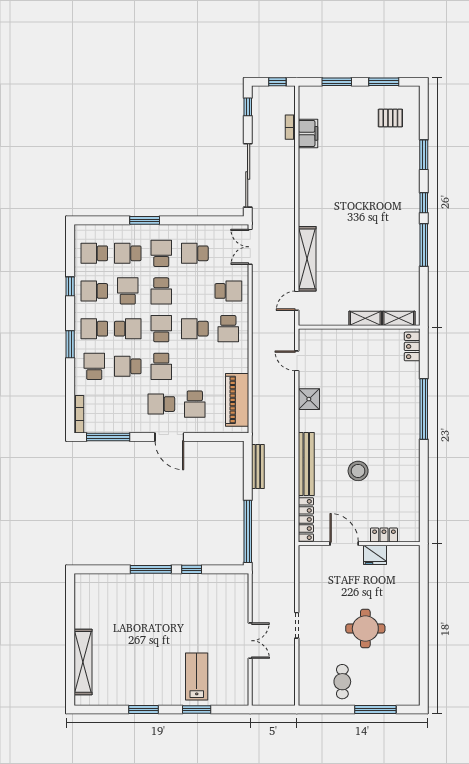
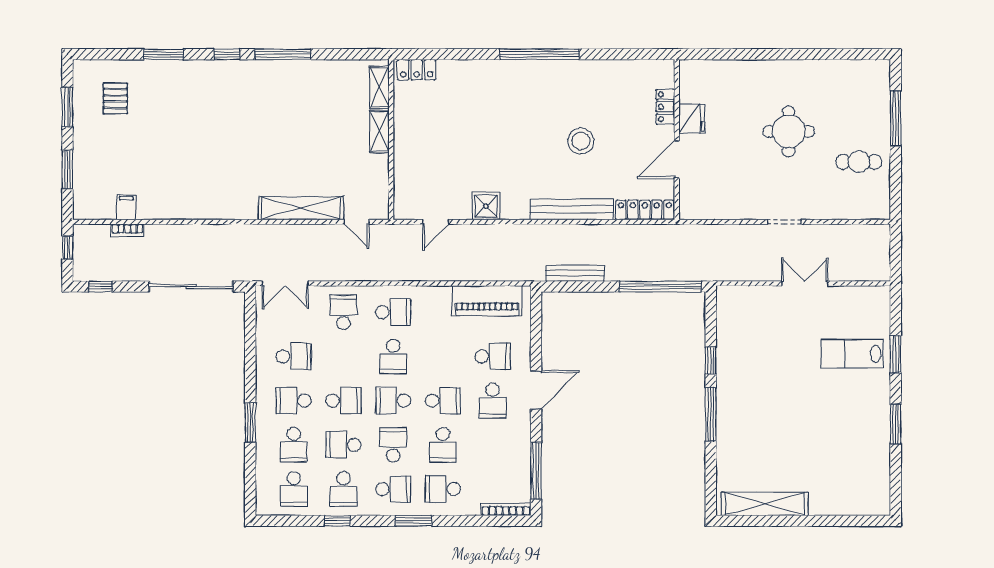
filing cabinet: (308, 133) -> (126, 207), width x0.50
school desk: (195, 253) -> (294, 356), turned -90
school desk: (94, 329) -> (393, 489), turned -90
window: (424, 409) -> (539, 54), moved
shelving: (83, 662) -> (765, 504), moved

